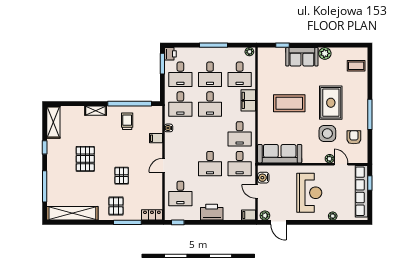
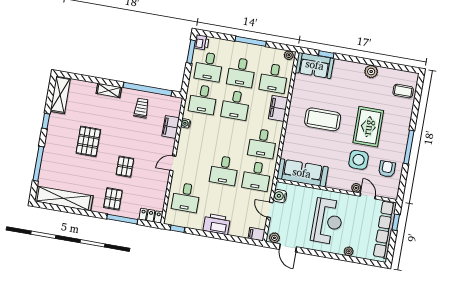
sofa: (302, 57) -> (315, 65), moved
filing cabinet: (156, 138) -> (171, 127), width x2.00

